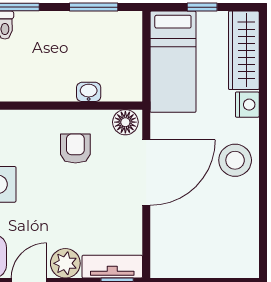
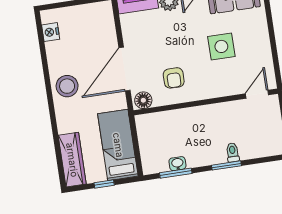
washbasin: (89, 92) -> (177, 164), moved, turned 180
nightstand: (247, 105) -> (51, 32), moved

